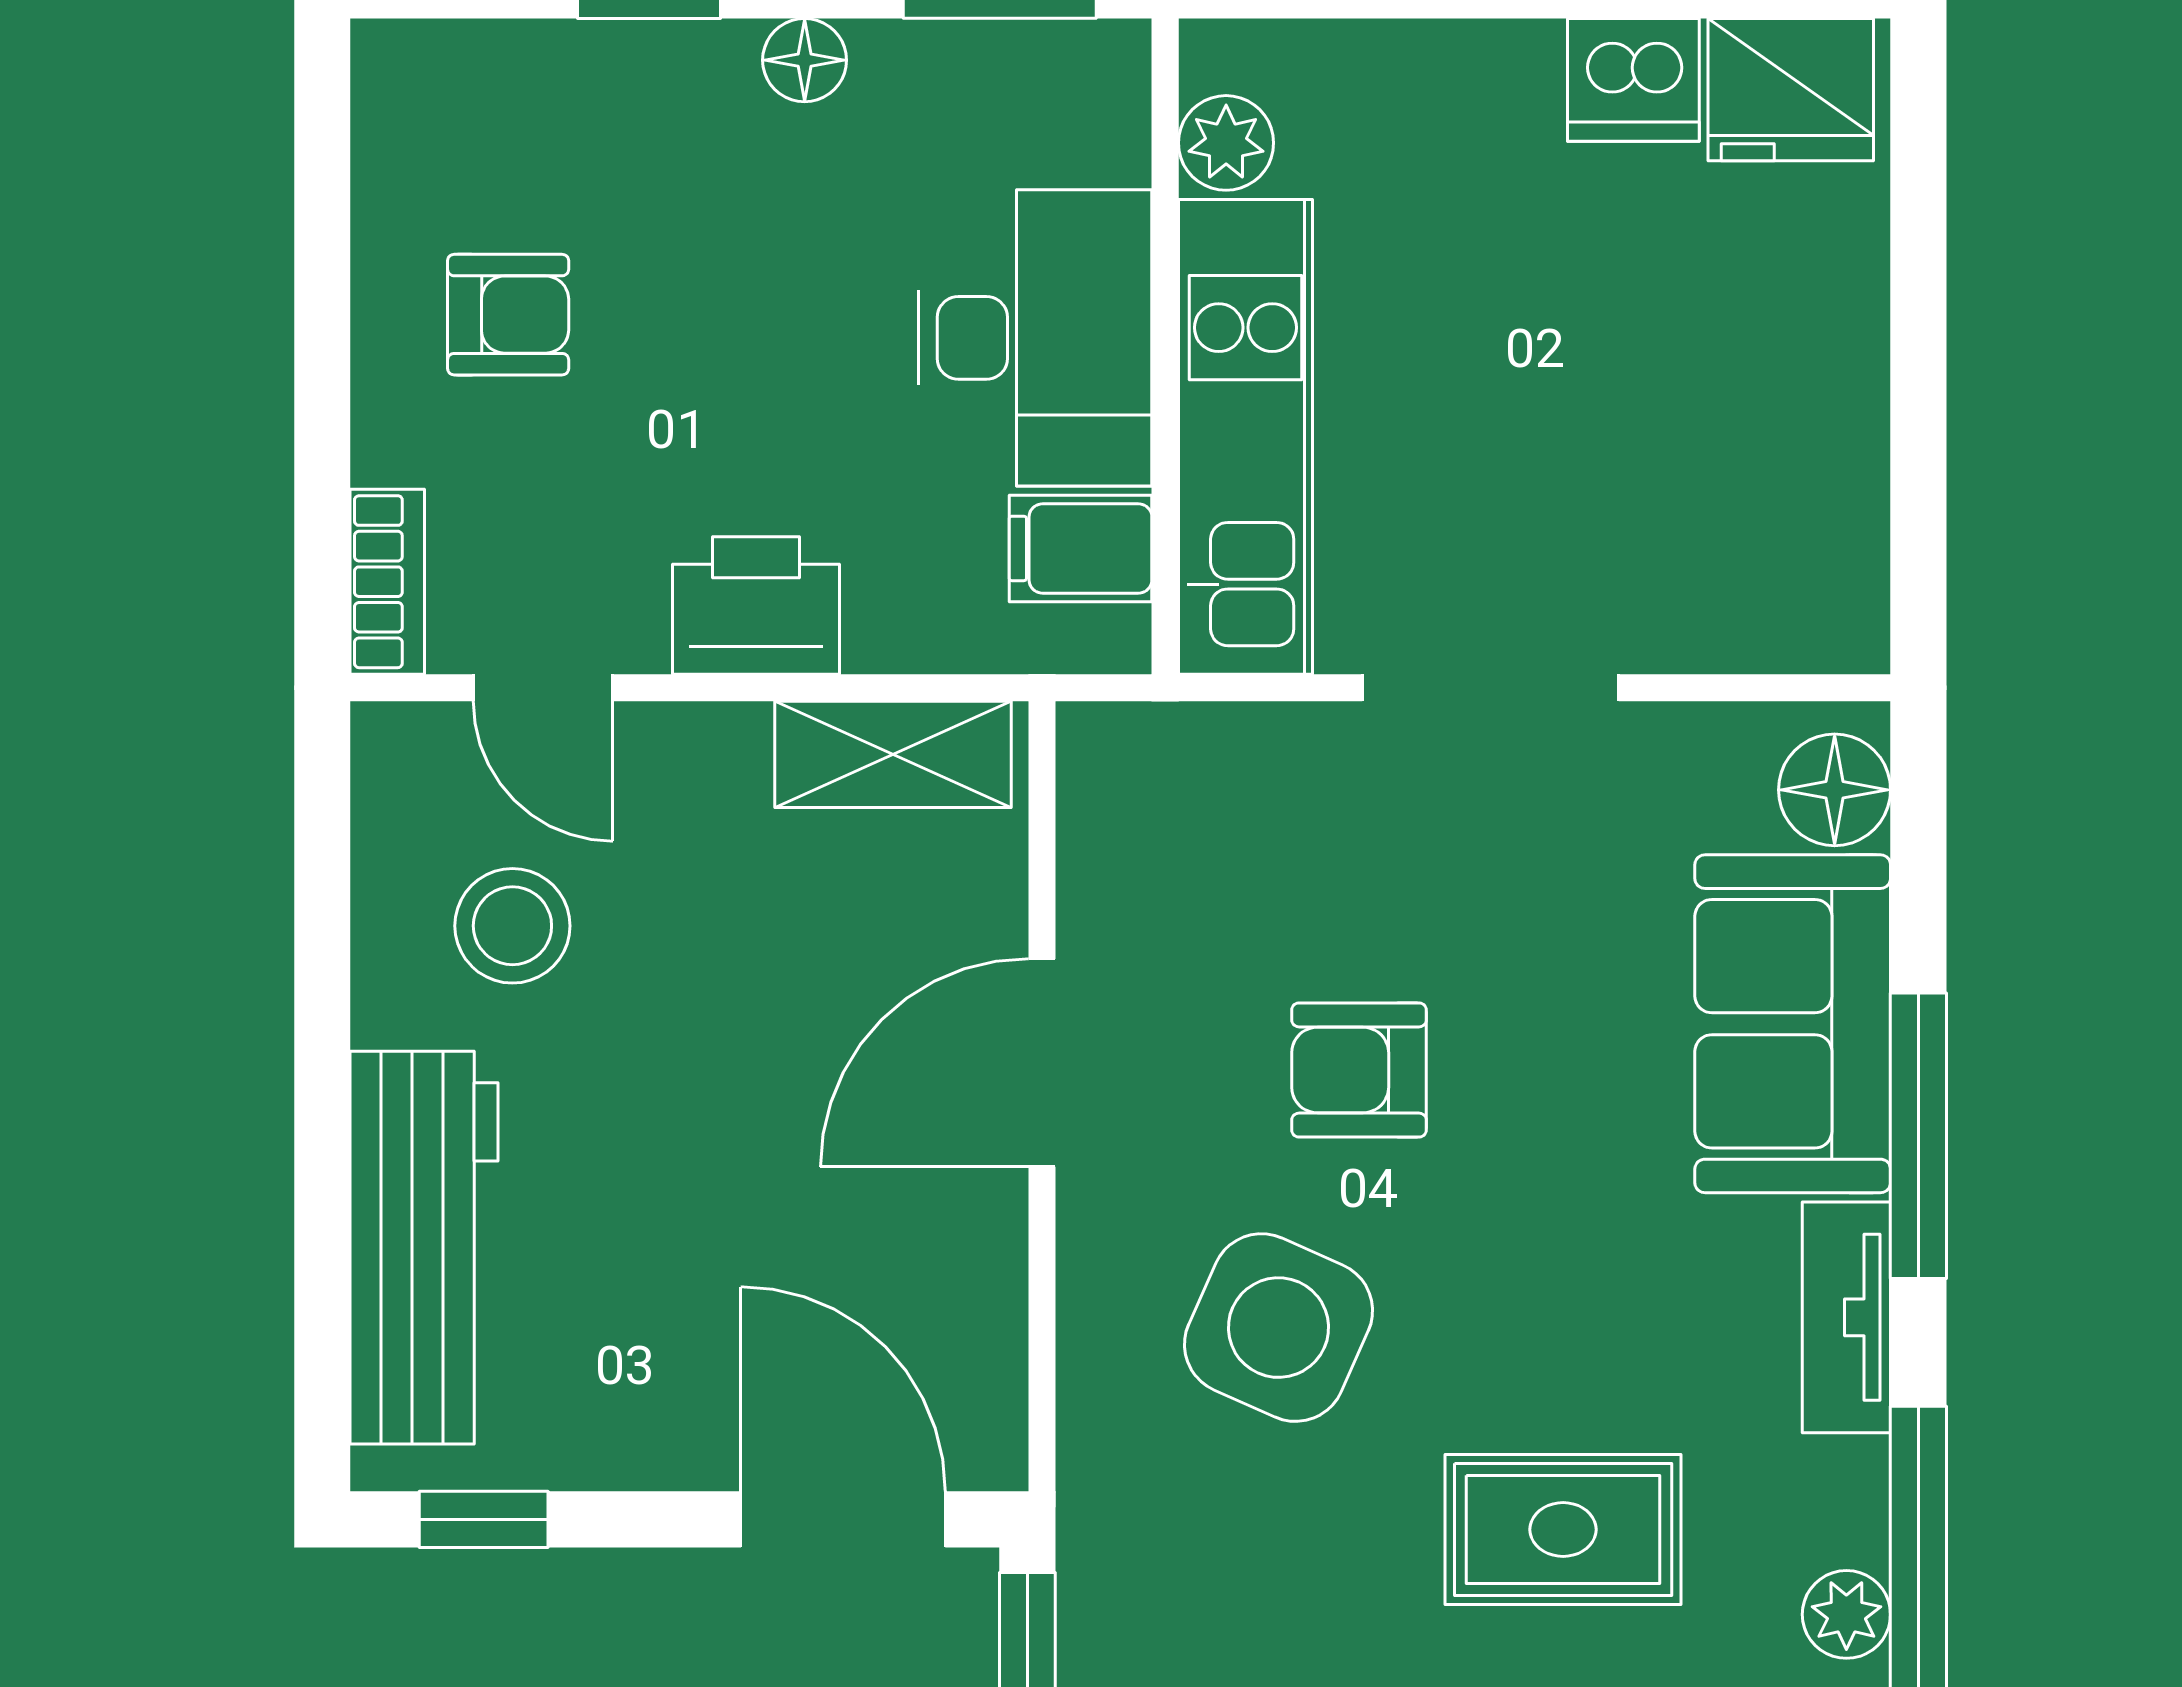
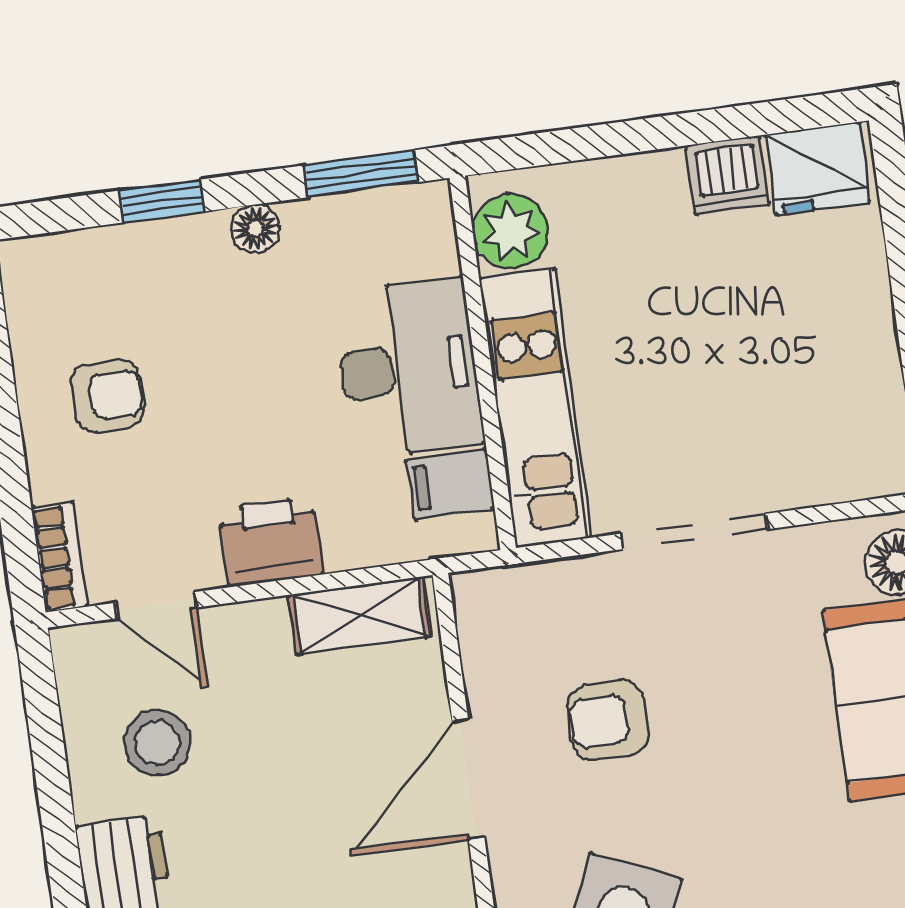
plant: (1226, 143) -> (510, 231), width x1.38, depth x1.38
armchair: (1359, 1070) -> (608, 720), moved

